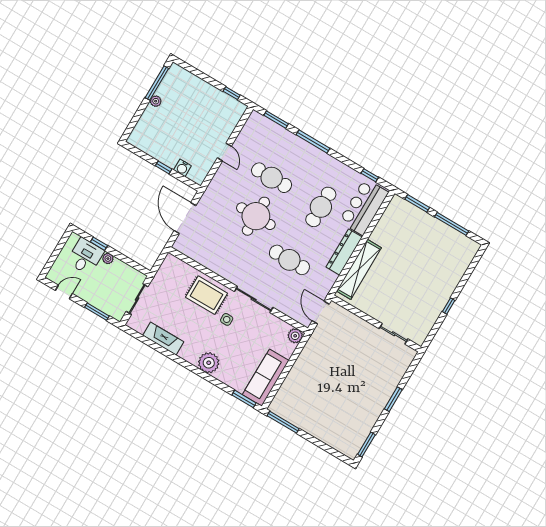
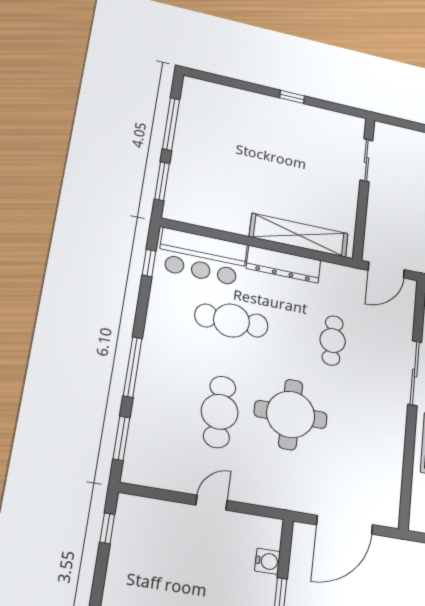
cafe table: (289, 260) -> (333, 340), width x0.73, depth x0.74

